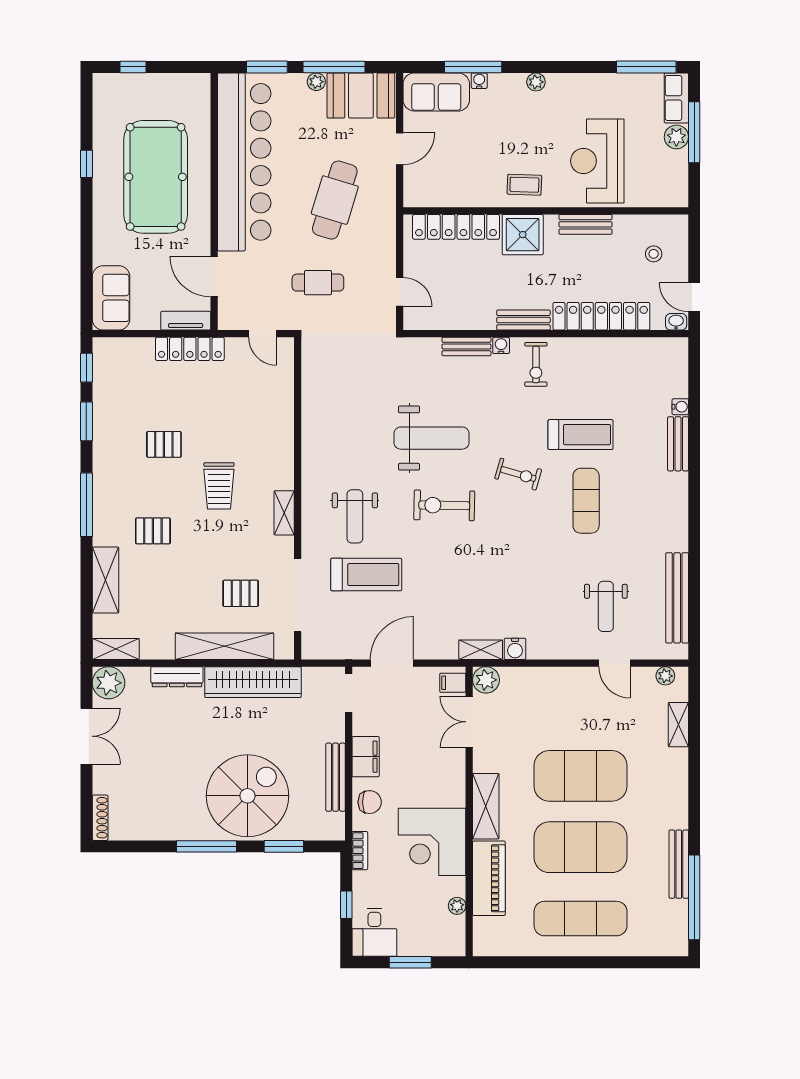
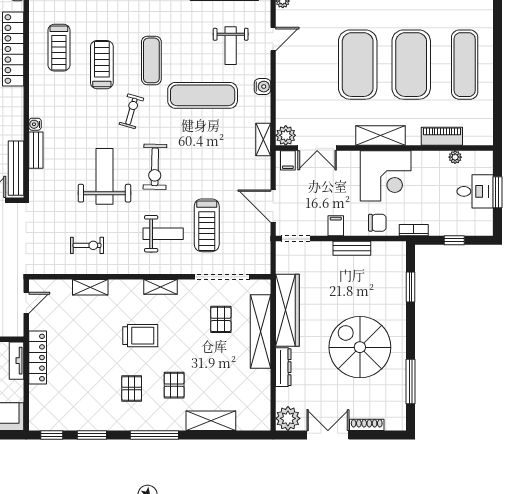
bench: (523, 320) -> (16, 168), moved, width x1.36
exercise bike: (536, 364) -> (87, 245), moved
treadmill: (603, 377) -> (59, 48), added
pallet: (164, 444) -> (132, 388), moved
exercise mat: (586, 501) -> (151, 60), turned 90
exercise mat: (540, 569) -> (203, 95), added
treadmill: (366, 575) -> (207, 225), turned 180
weight bench: (606, 606) -> (231, 46), turned 90
shelving: (116, 649) -> (90, 287), moved, turned 90
water cooler: (515, 649) -> (262, 87), moved
filing cabinet: (366, 757) -> (336, 226), width x0.50
bench: (336, 777) -> (352, 248), width x0.73
spiral stairs: (247, 796) -> (360, 347), moved
chair: (370, 802) -> (377, 223), turned 90
shoe rack: (100, 818) -> (367, 425), moved
corner desk: (432, 842) -> (386, 176), moved
window: (207, 846) -> (411, 382), moved
piano: (489, 878) -> (442, 136), width x0.73, depth x0.75
desk: (374, 932) -> (475, 191), moved

